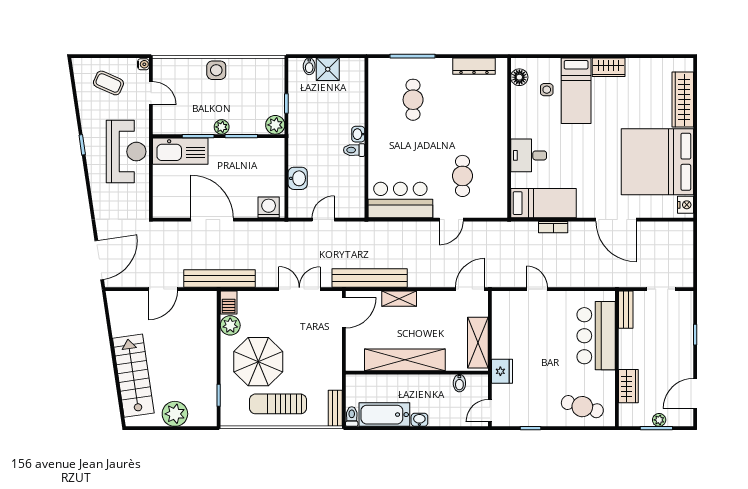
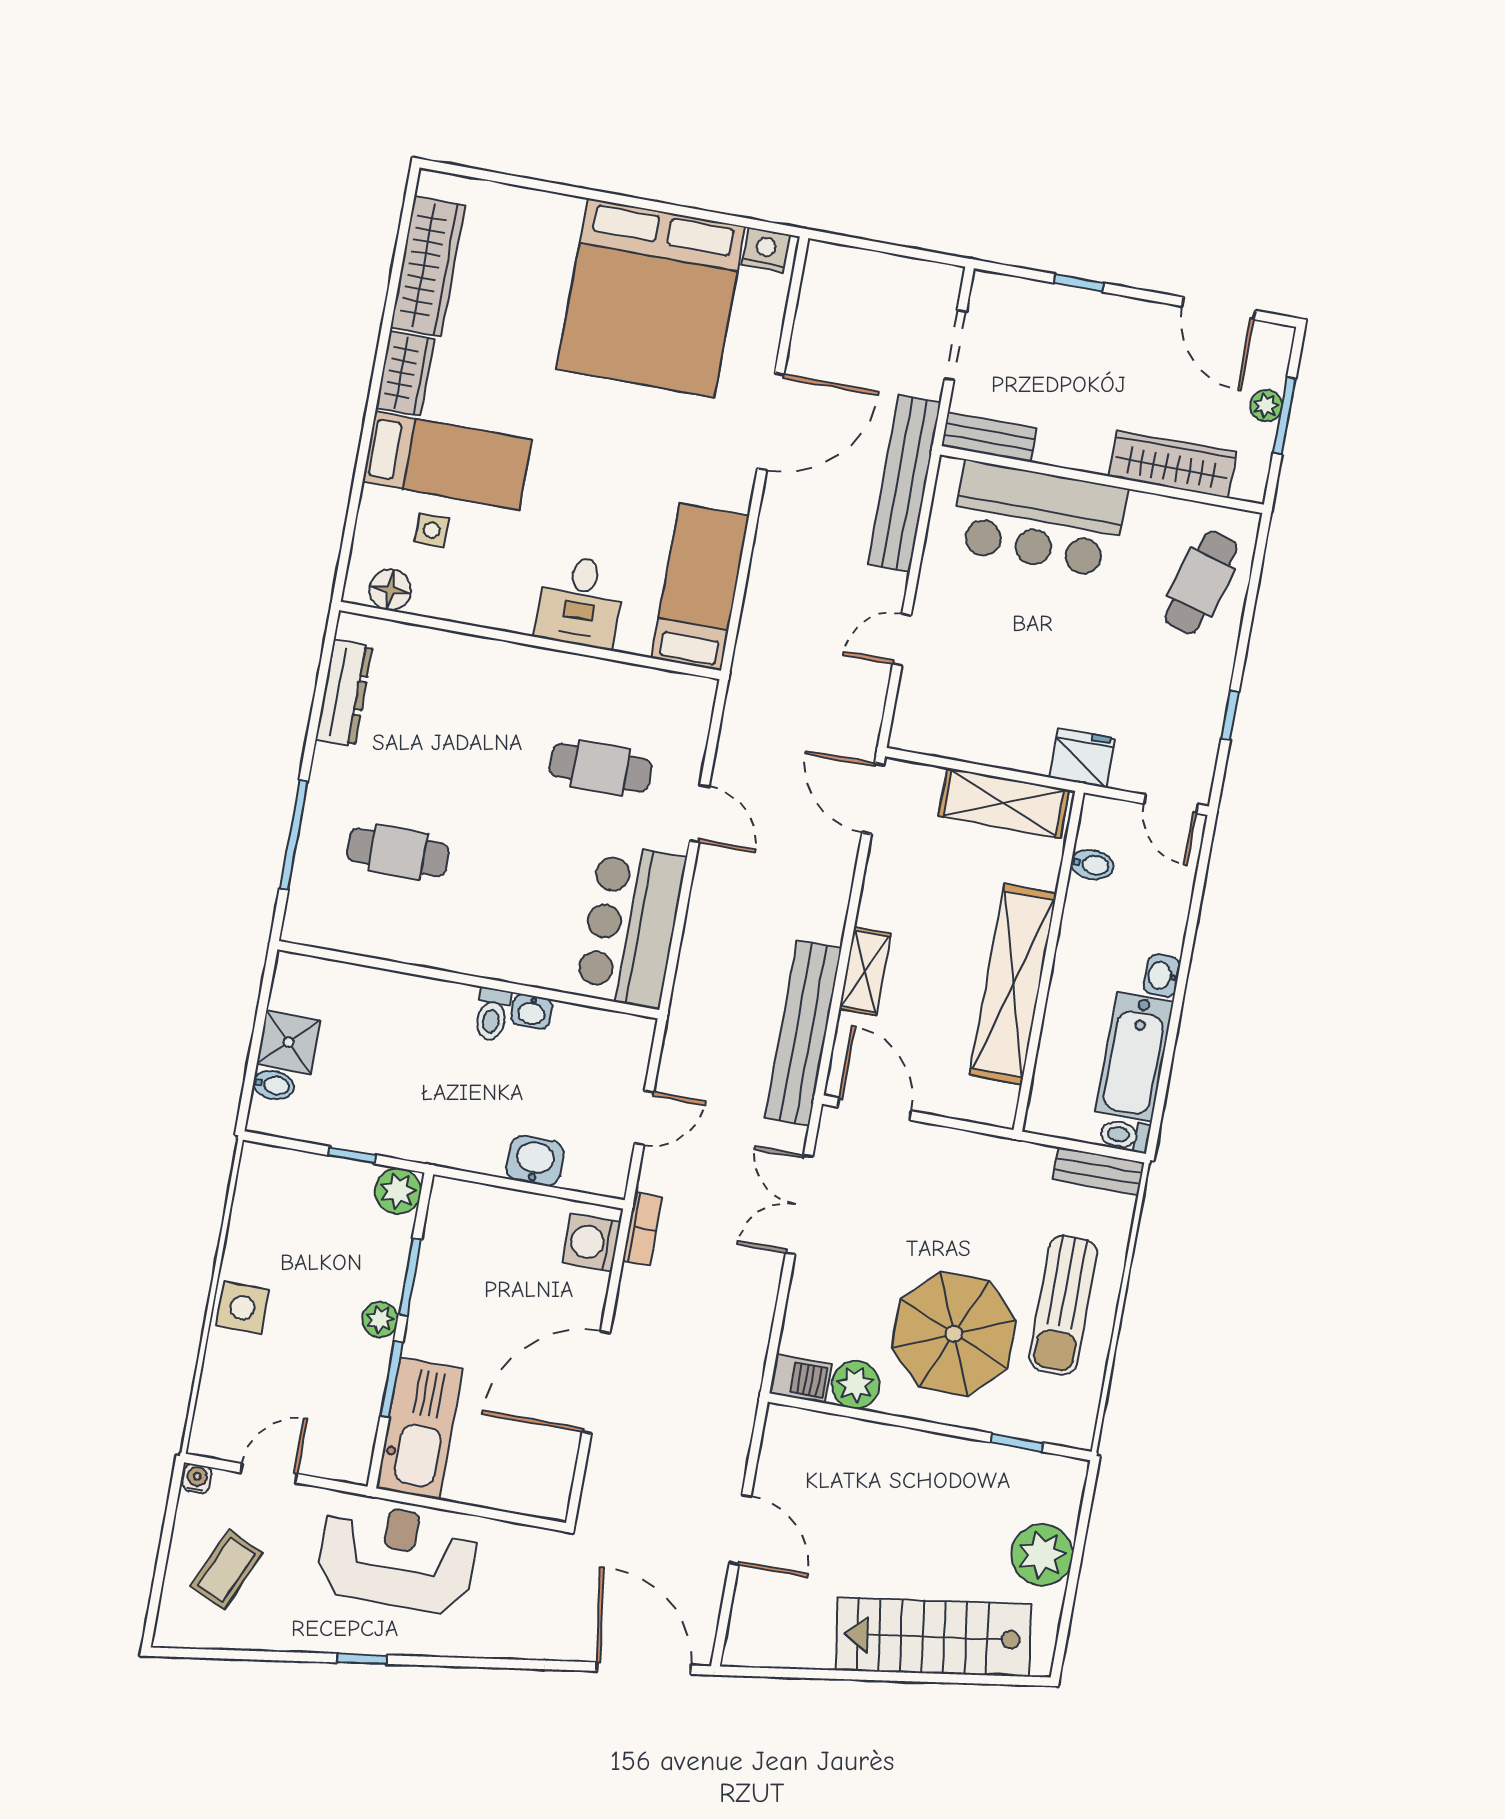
wardrobe: (683, 100) -> (428, 266), moved, turned -90
washbasin: (358, 134) -> (532, 1011), moved
door: (323, 220) -> (644, 1118), swing flipped
bookcase: (553, 227) -> (642, 1229), moved
bench: (219, 278) -> (904, 483), moved
wardrobe: (628, 386) -> (1172, 464), width x1.50

